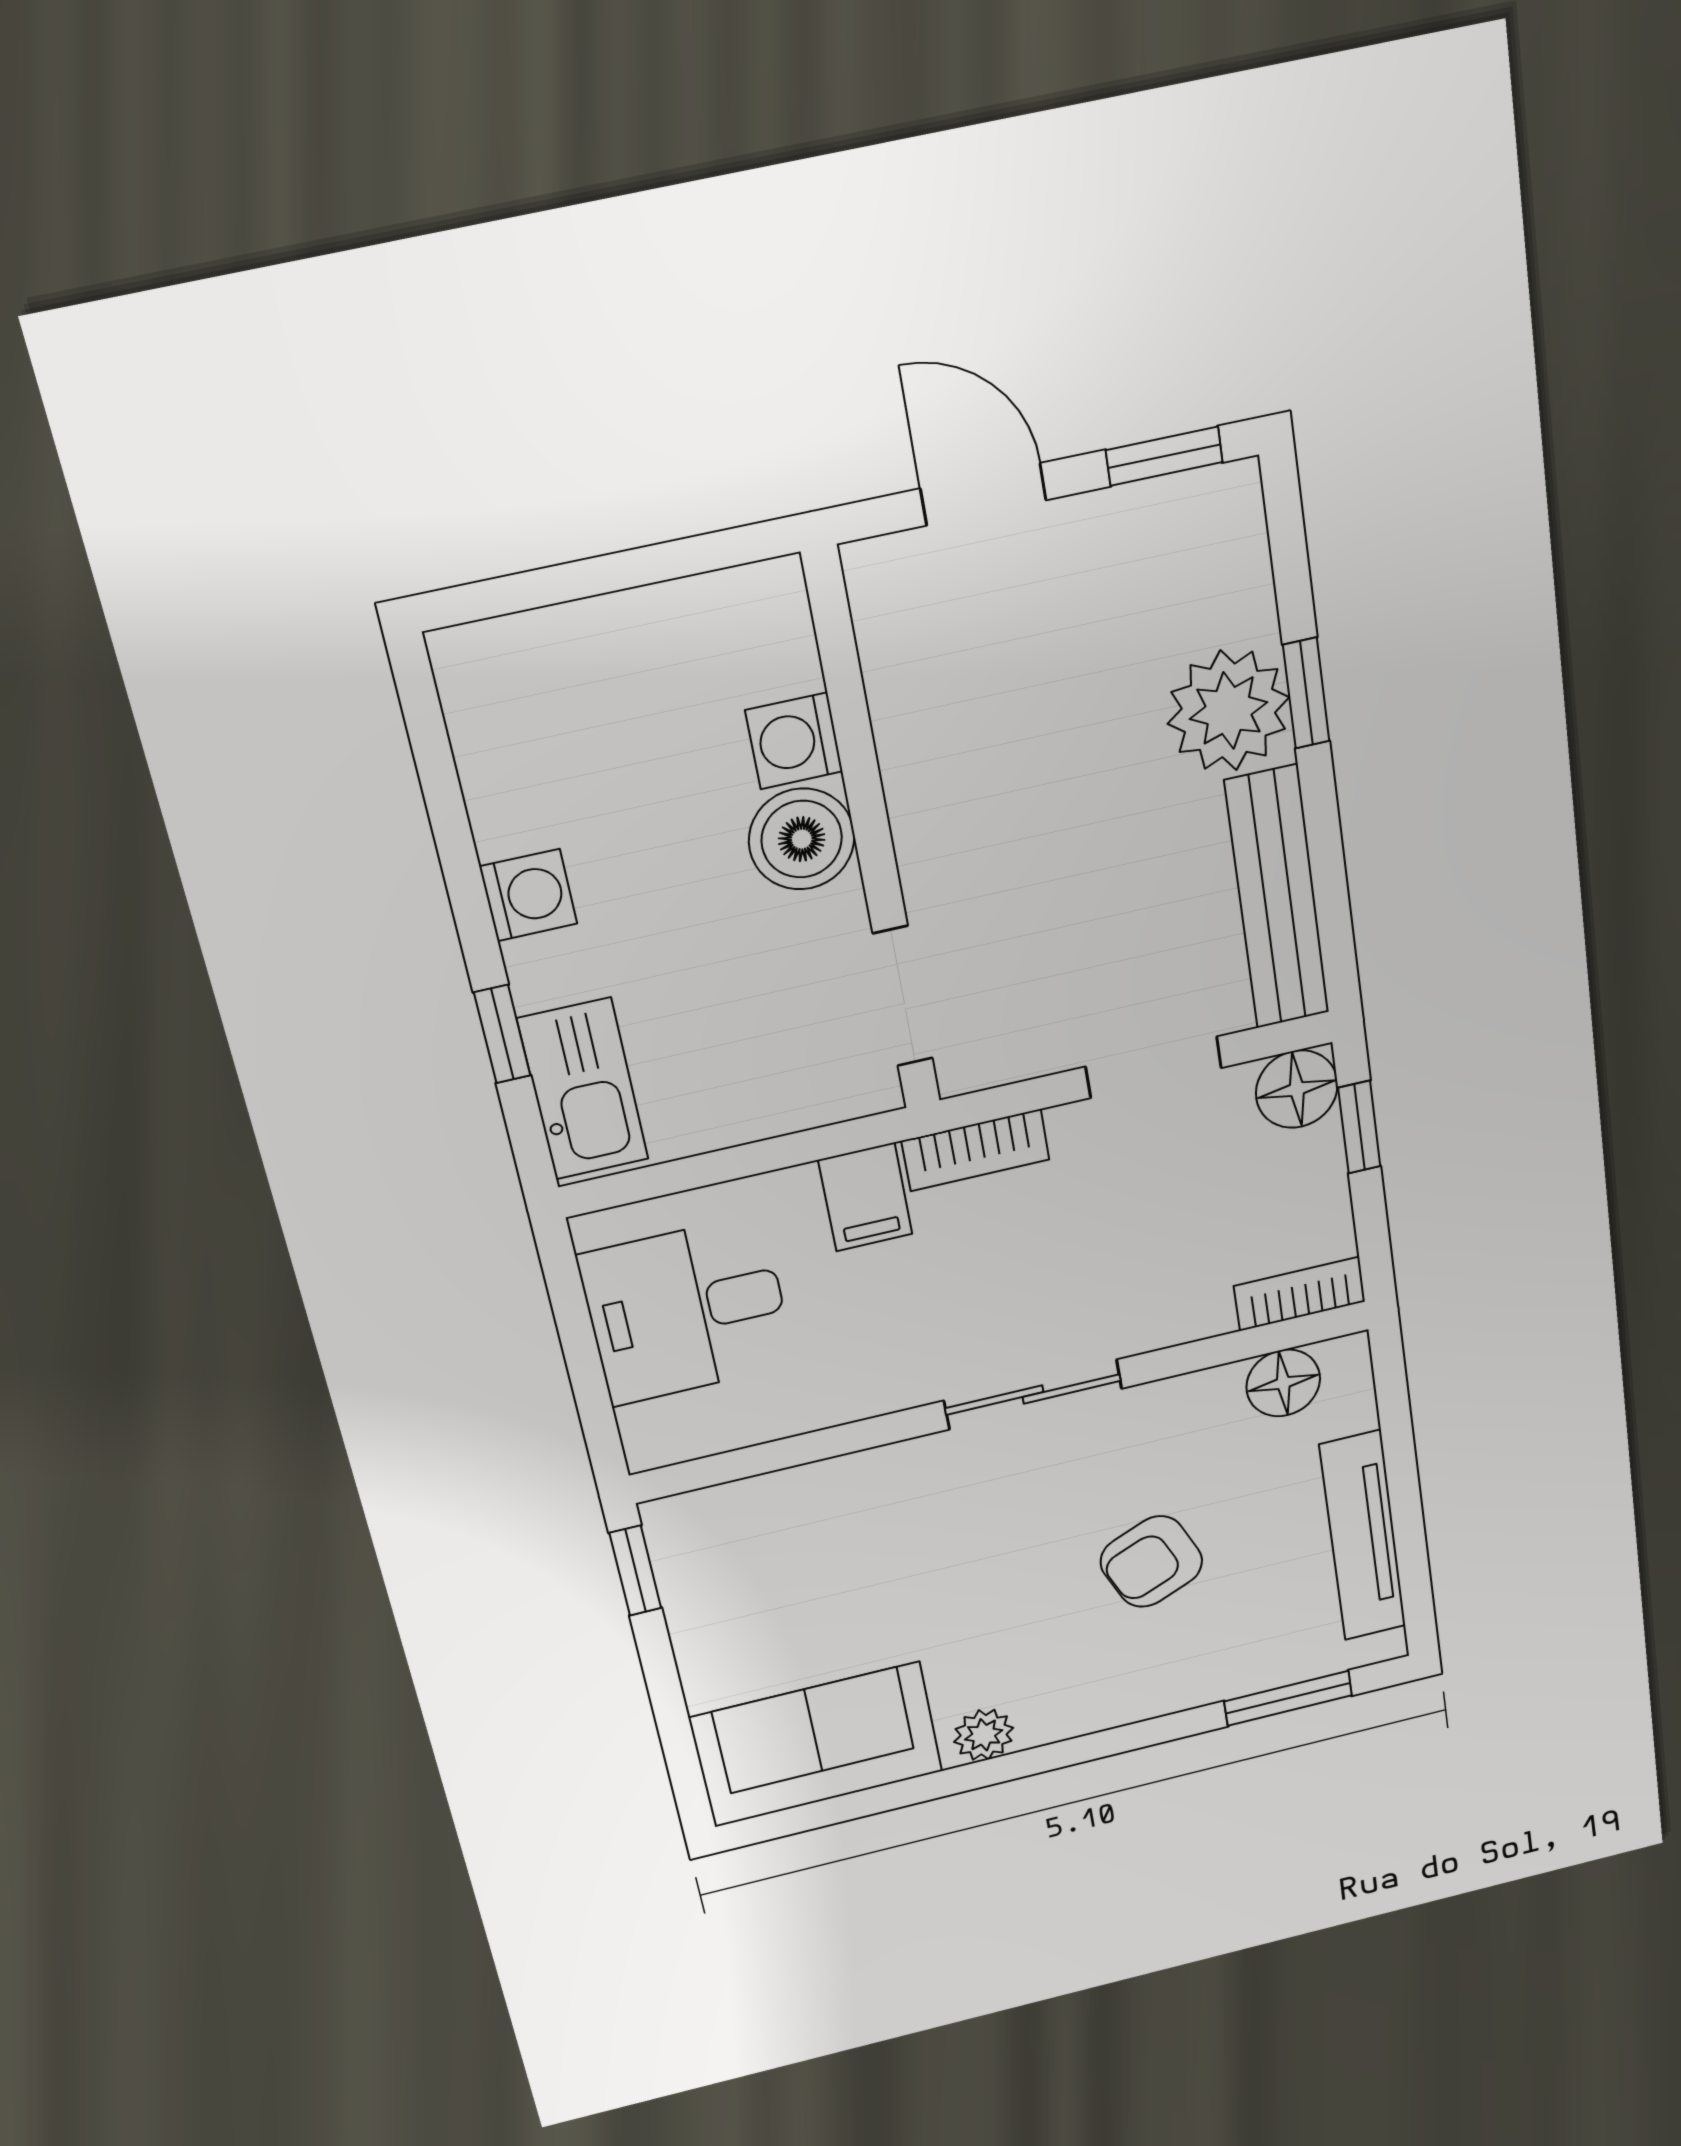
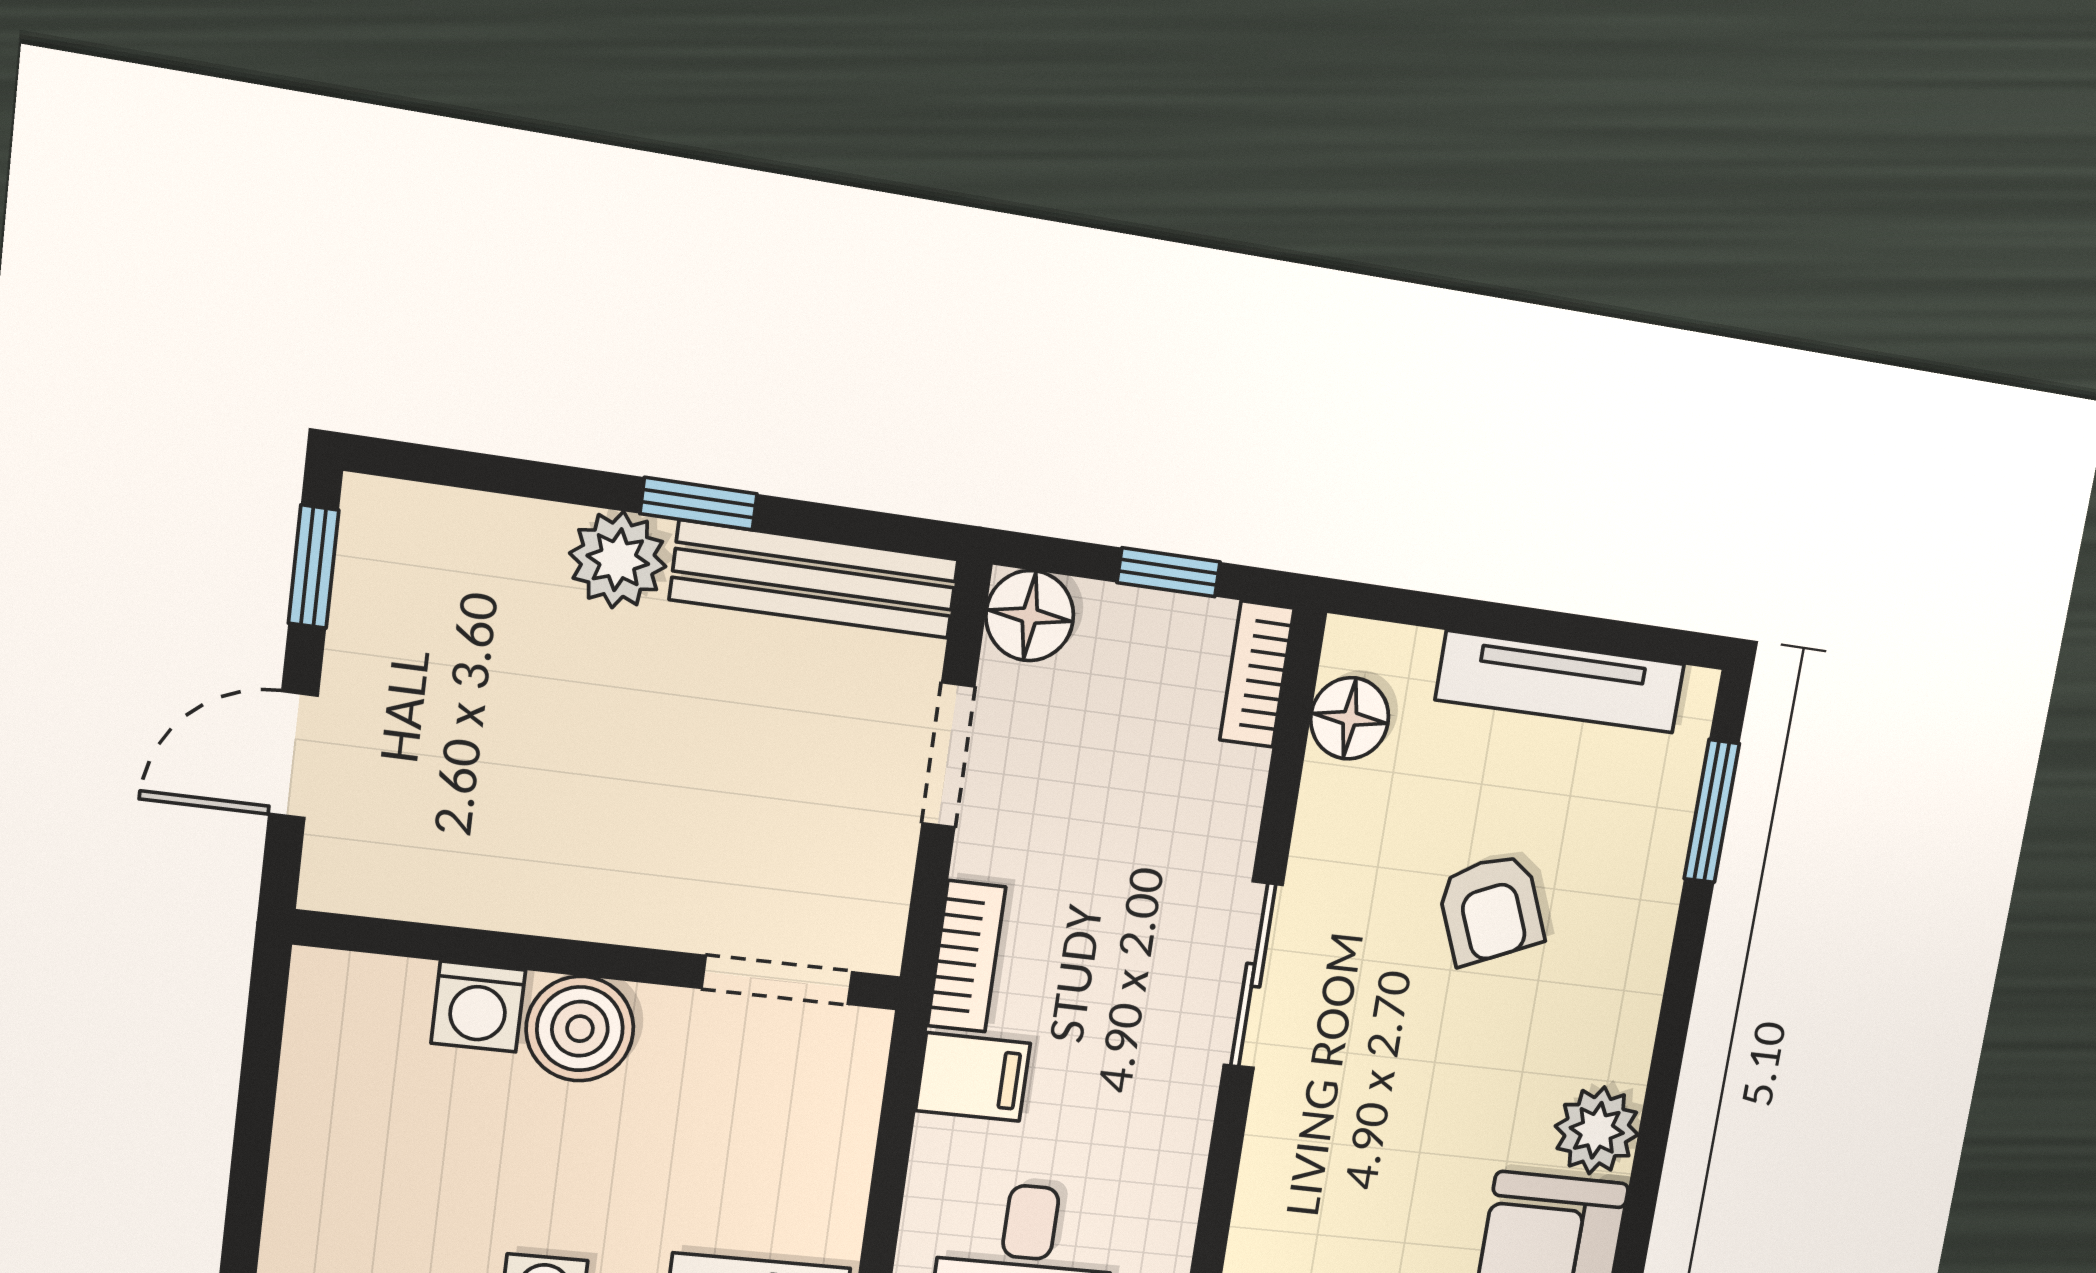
window: (1306, 693) -> (699, 504), moved
plant: (1228, 711) -> (618, 560), width x0.73, depth x0.73
window: (1359, 1127) -> (1169, 572), moved
plant: (984, 1735) -> (1597, 1130), width x1.38, depth x1.38

